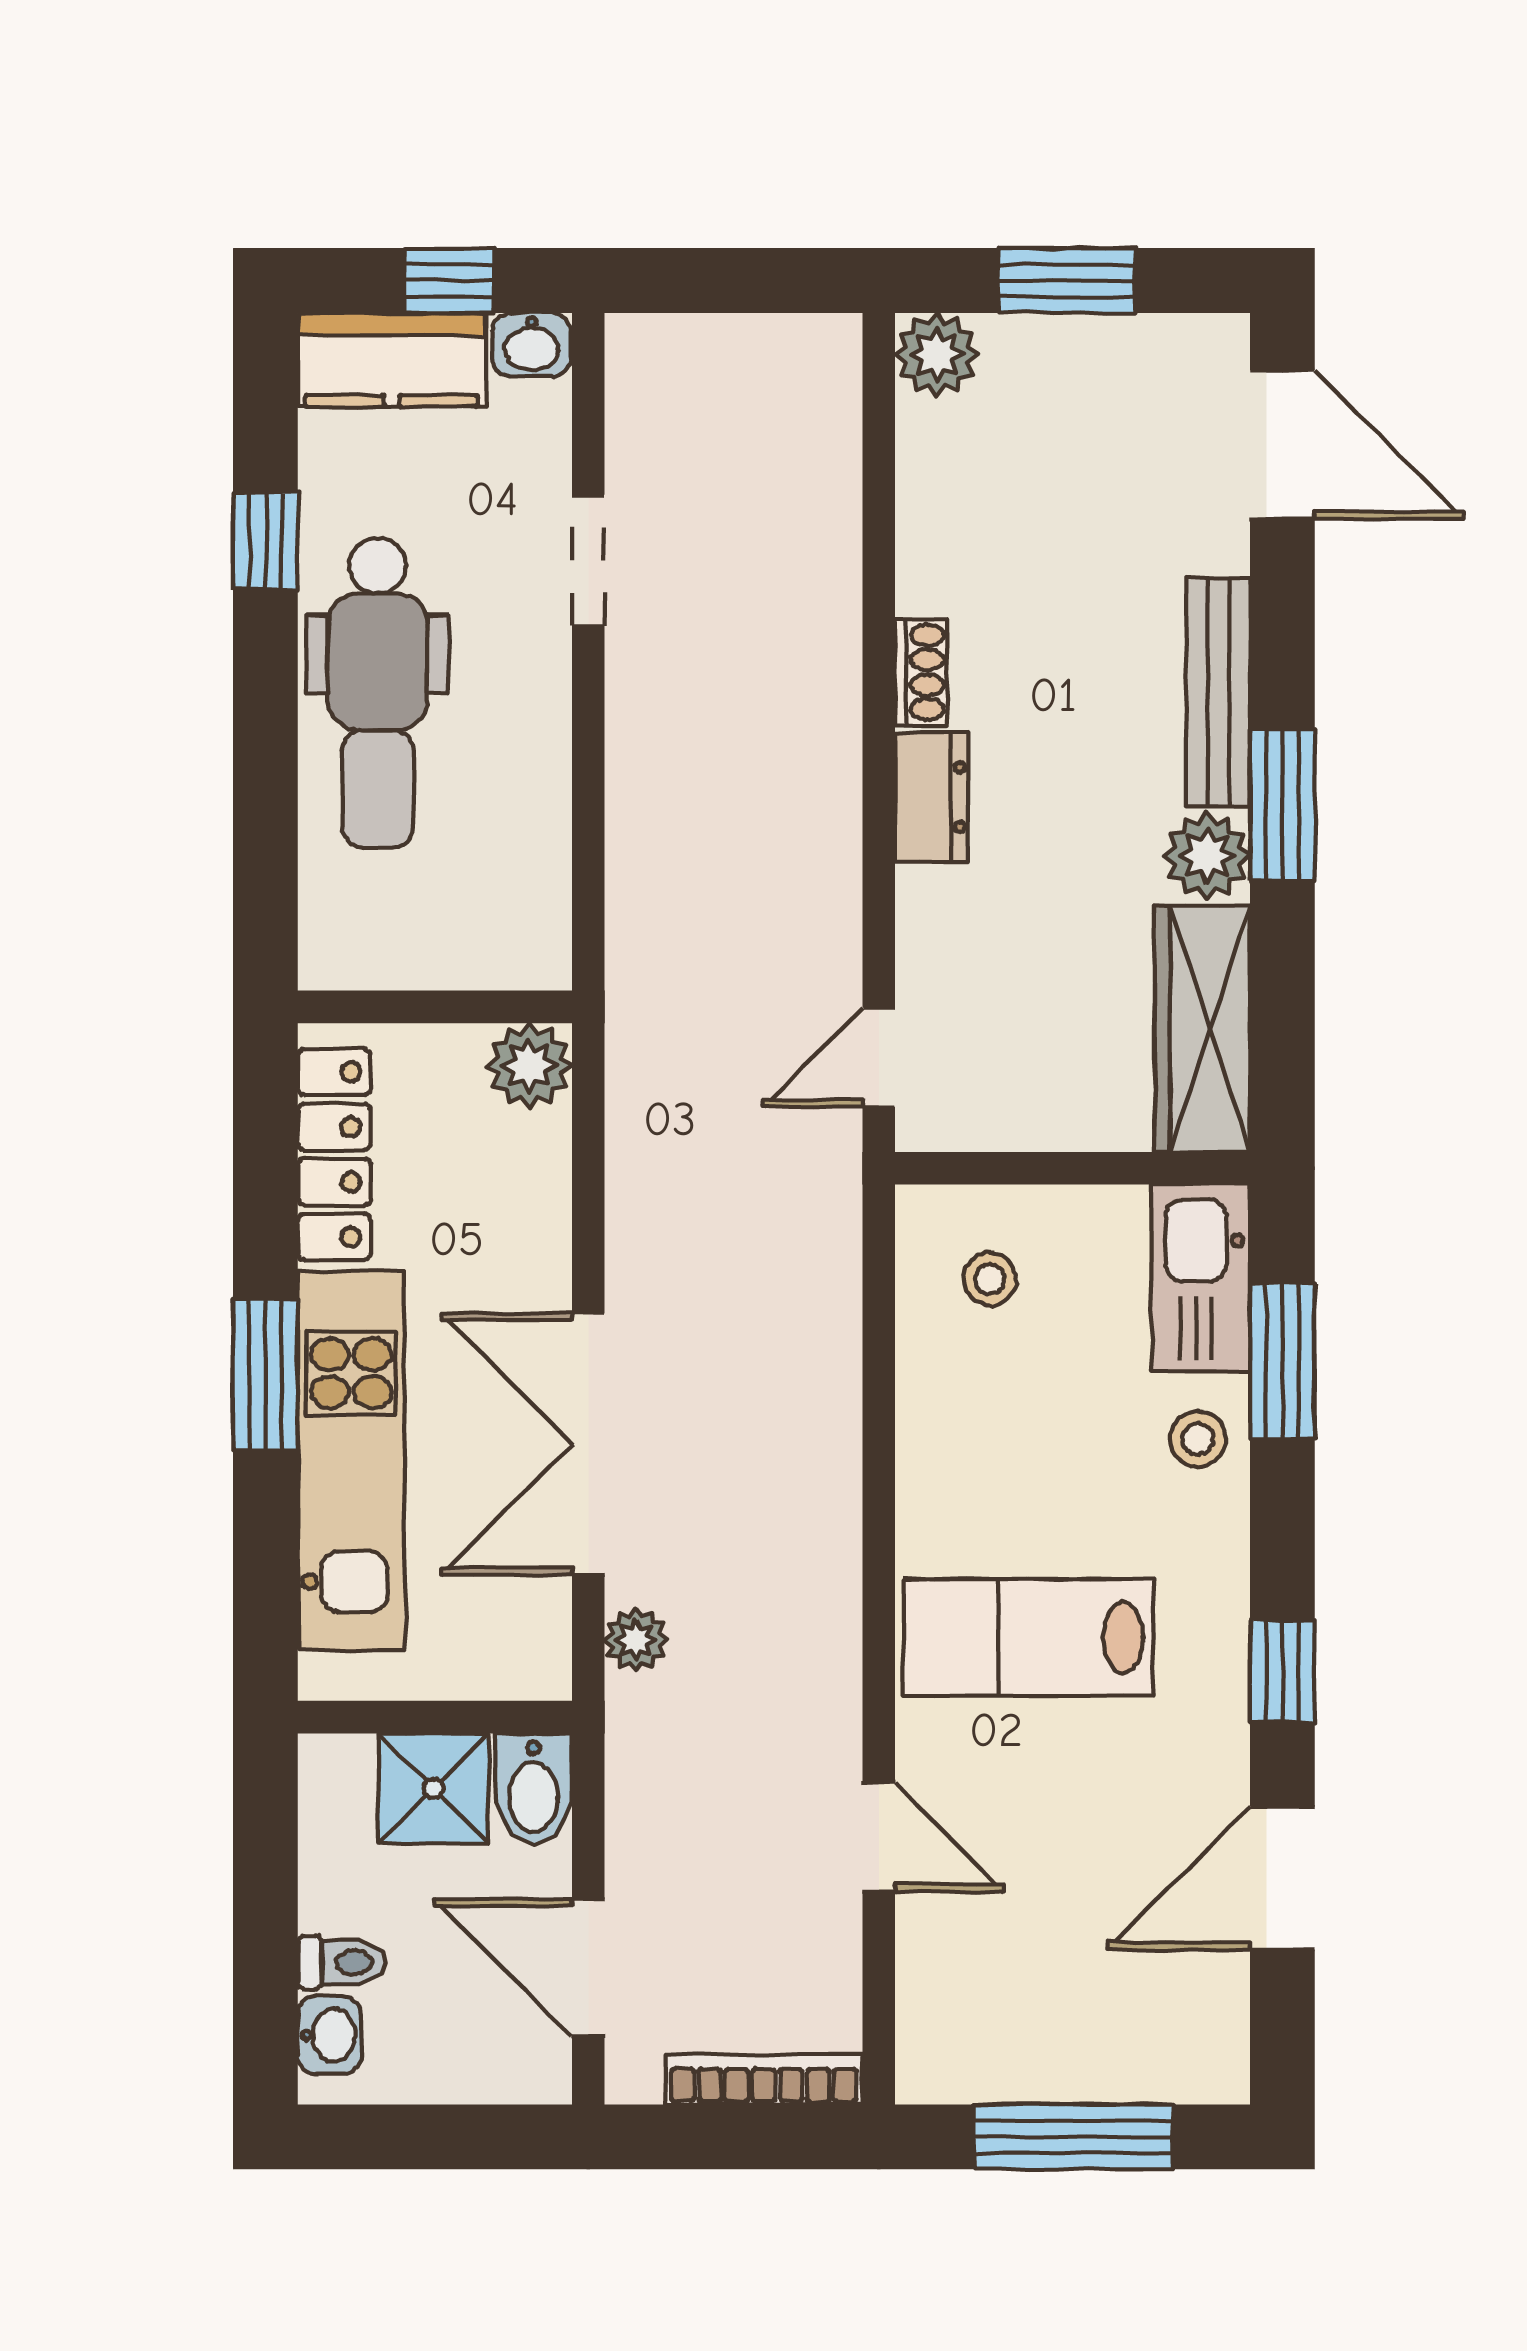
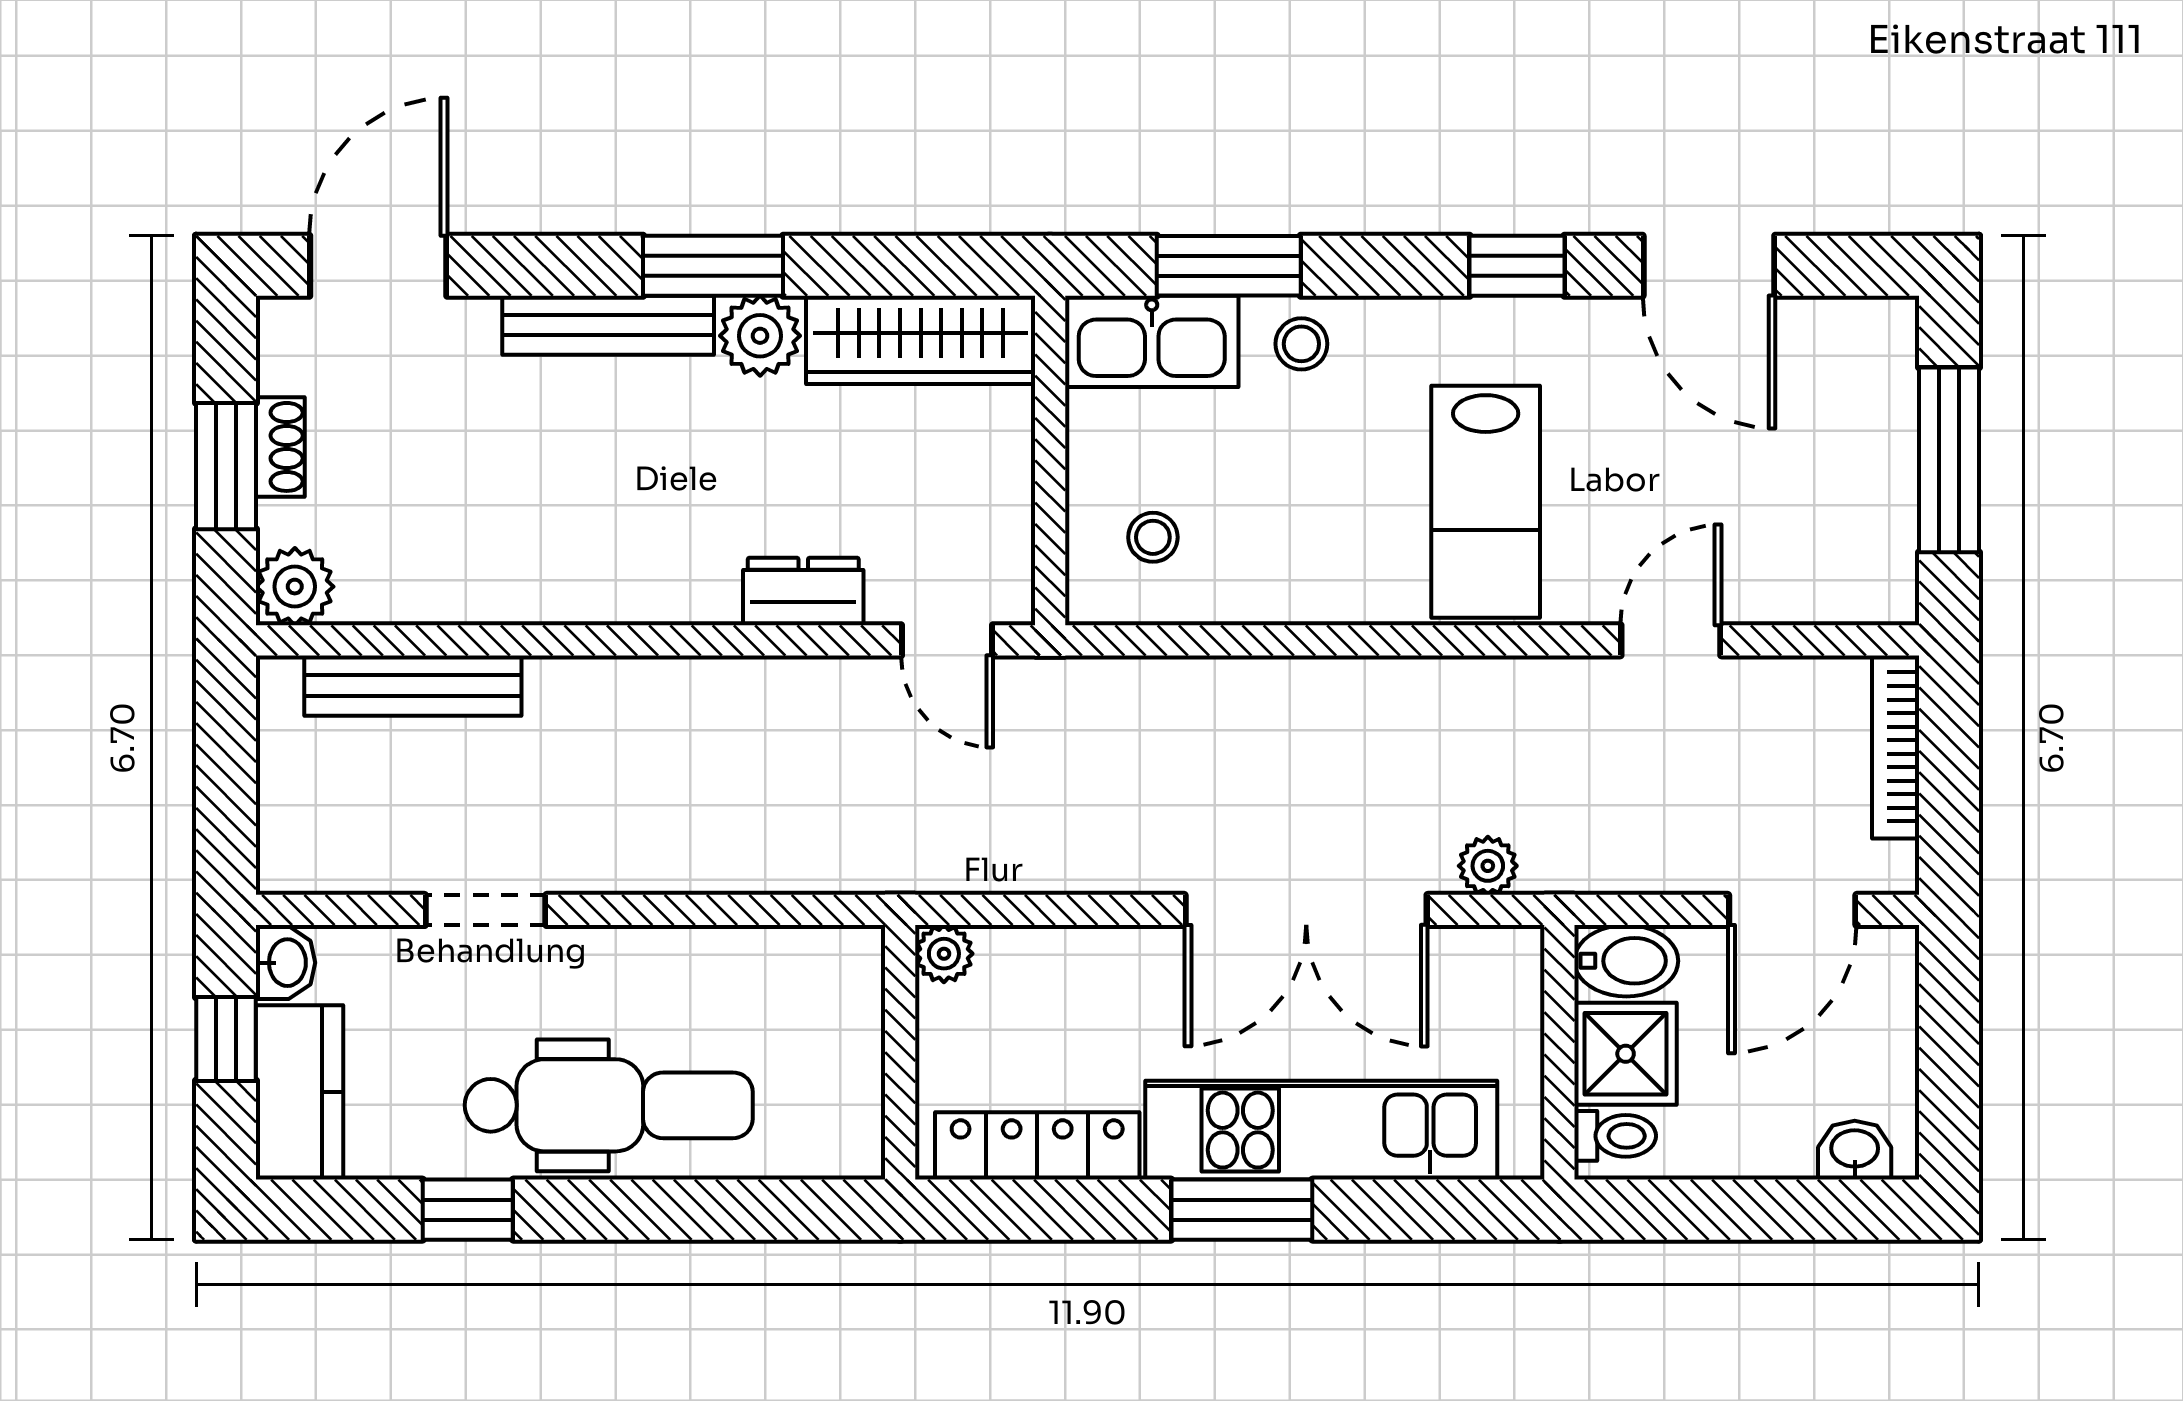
bench: (830, 482) -> (413, 686), added
shoe rack: (921, 672) -> (280, 447), moved, turned 90
dresser: (931, 797) -> (803, 591), moved
plant: (530, 1066) -> (944, 954), width x0.73, depth x0.73
toilet: (342, 1962) -> (1615, 1136), moved, turned 90

